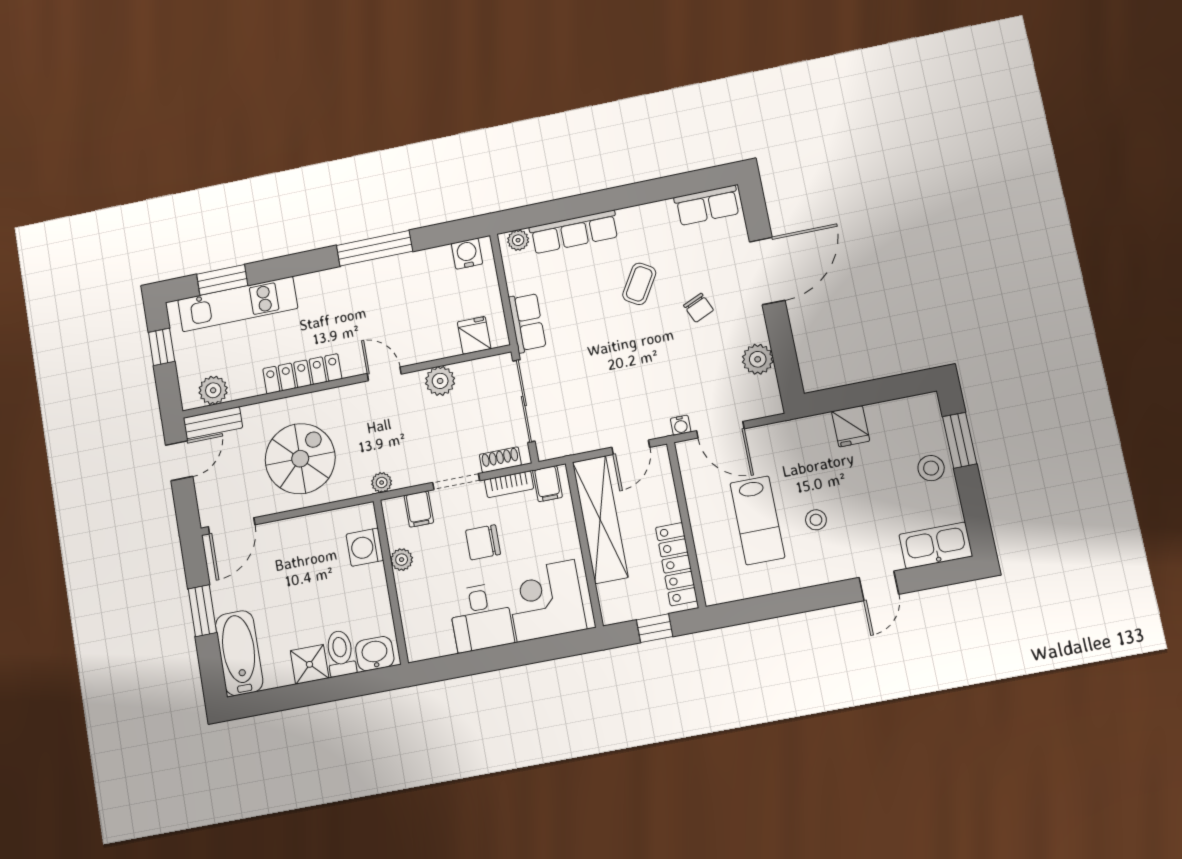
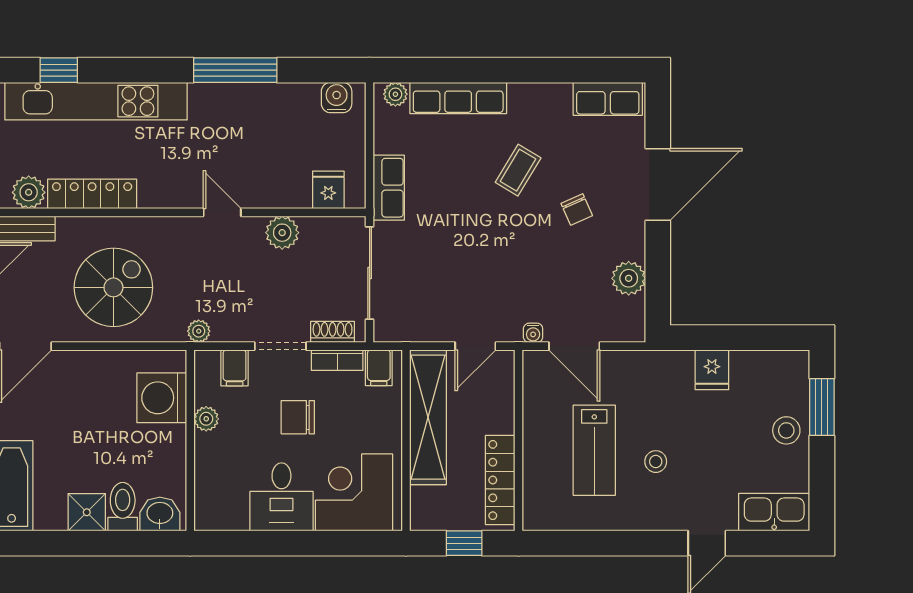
window: (222, 280) -> (59, 70), width x0.67
kitchen unit: (238, 304) -> (96, 101), width x1.36
locker: (302, 374) -> (92, 194), moved
washing machine: (365, 547) -> (162, 398), width x1.37, depth x1.37

